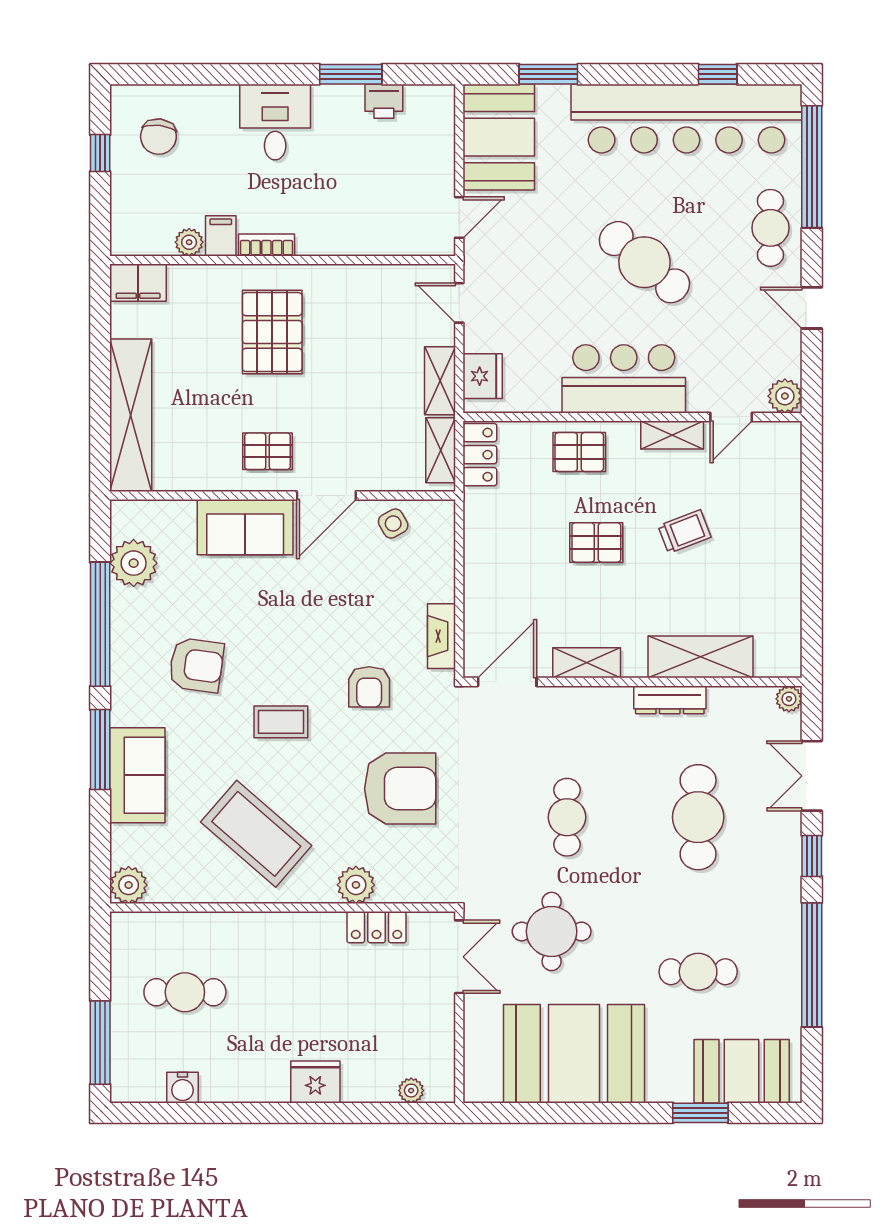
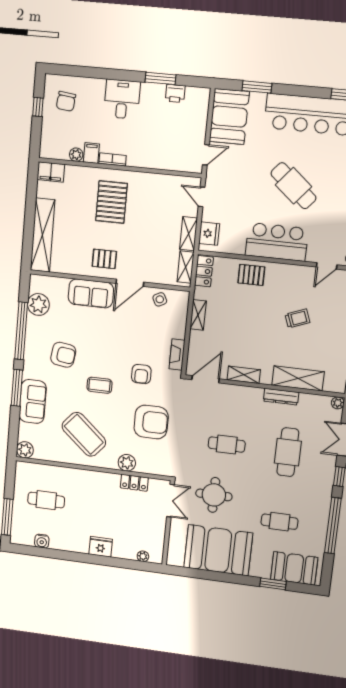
shelving: (672, 435) -> (198, 315), moved, turned 90
pallet: (596, 542) -> (255, 319), removed
cafe table: (567, 817) -> (227, 445), turned 90

